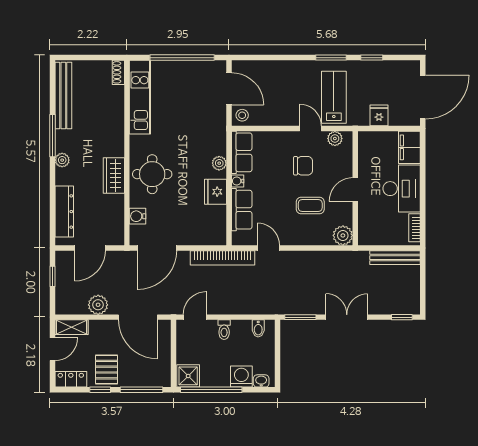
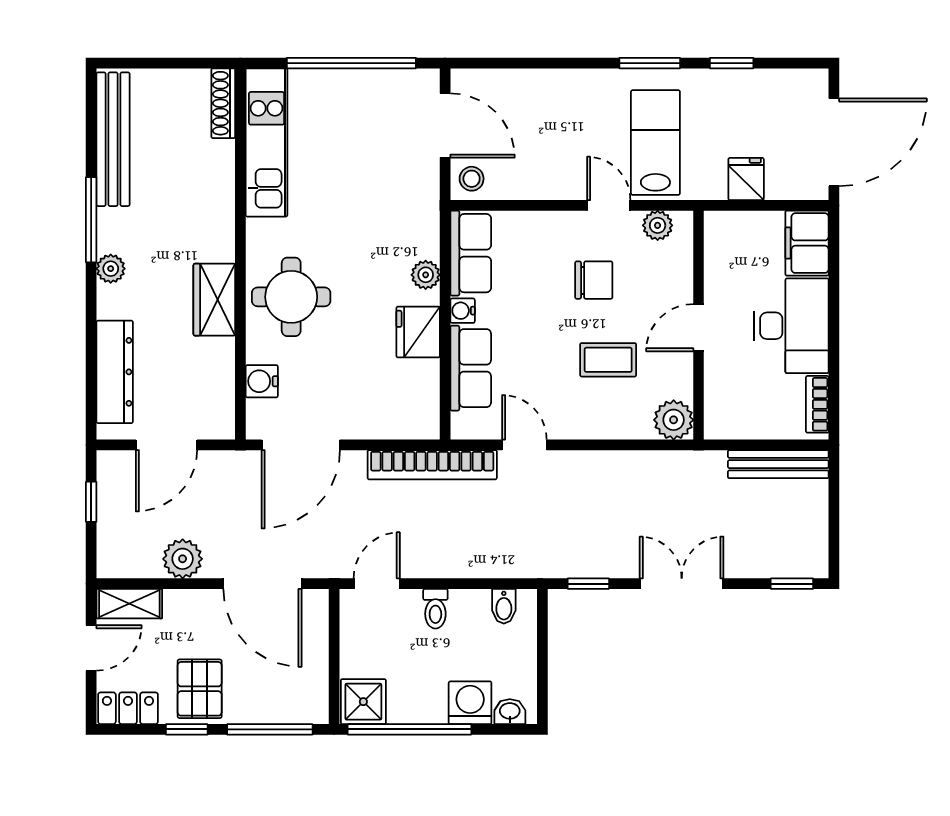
shoe rack: (118, 72) -> (223, 103), width x1.43
window: (300, 317) -> (588, 584), width x0.67

